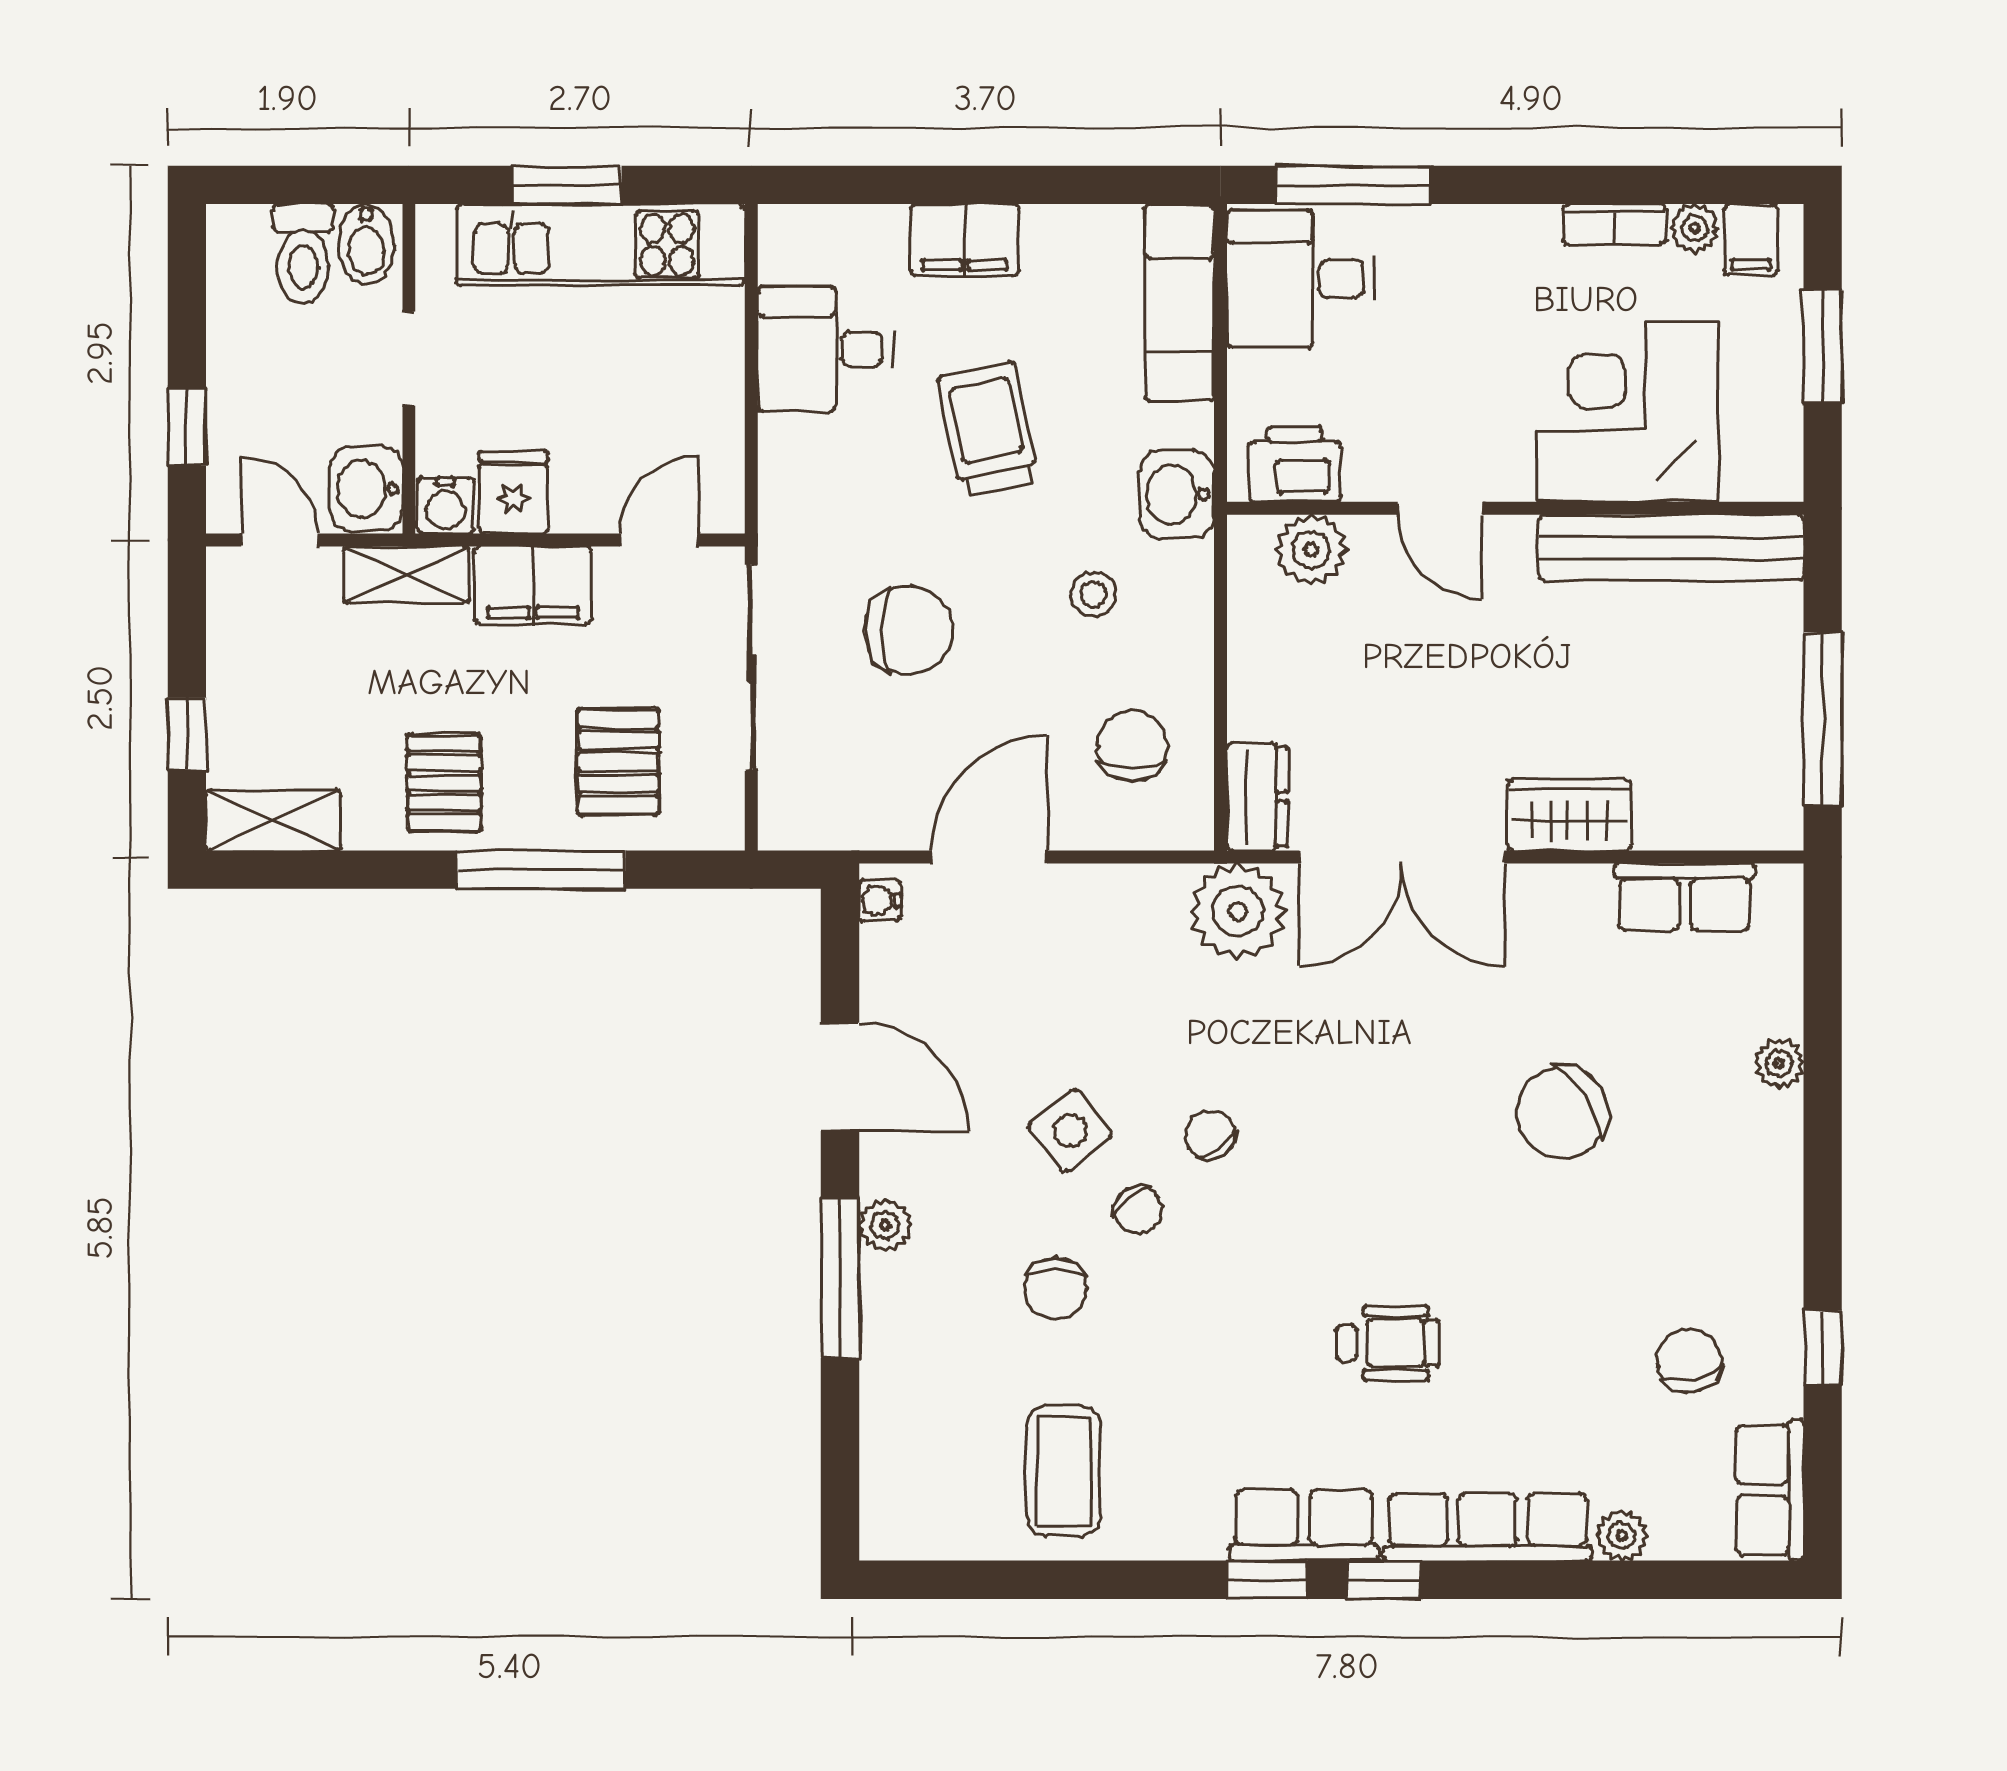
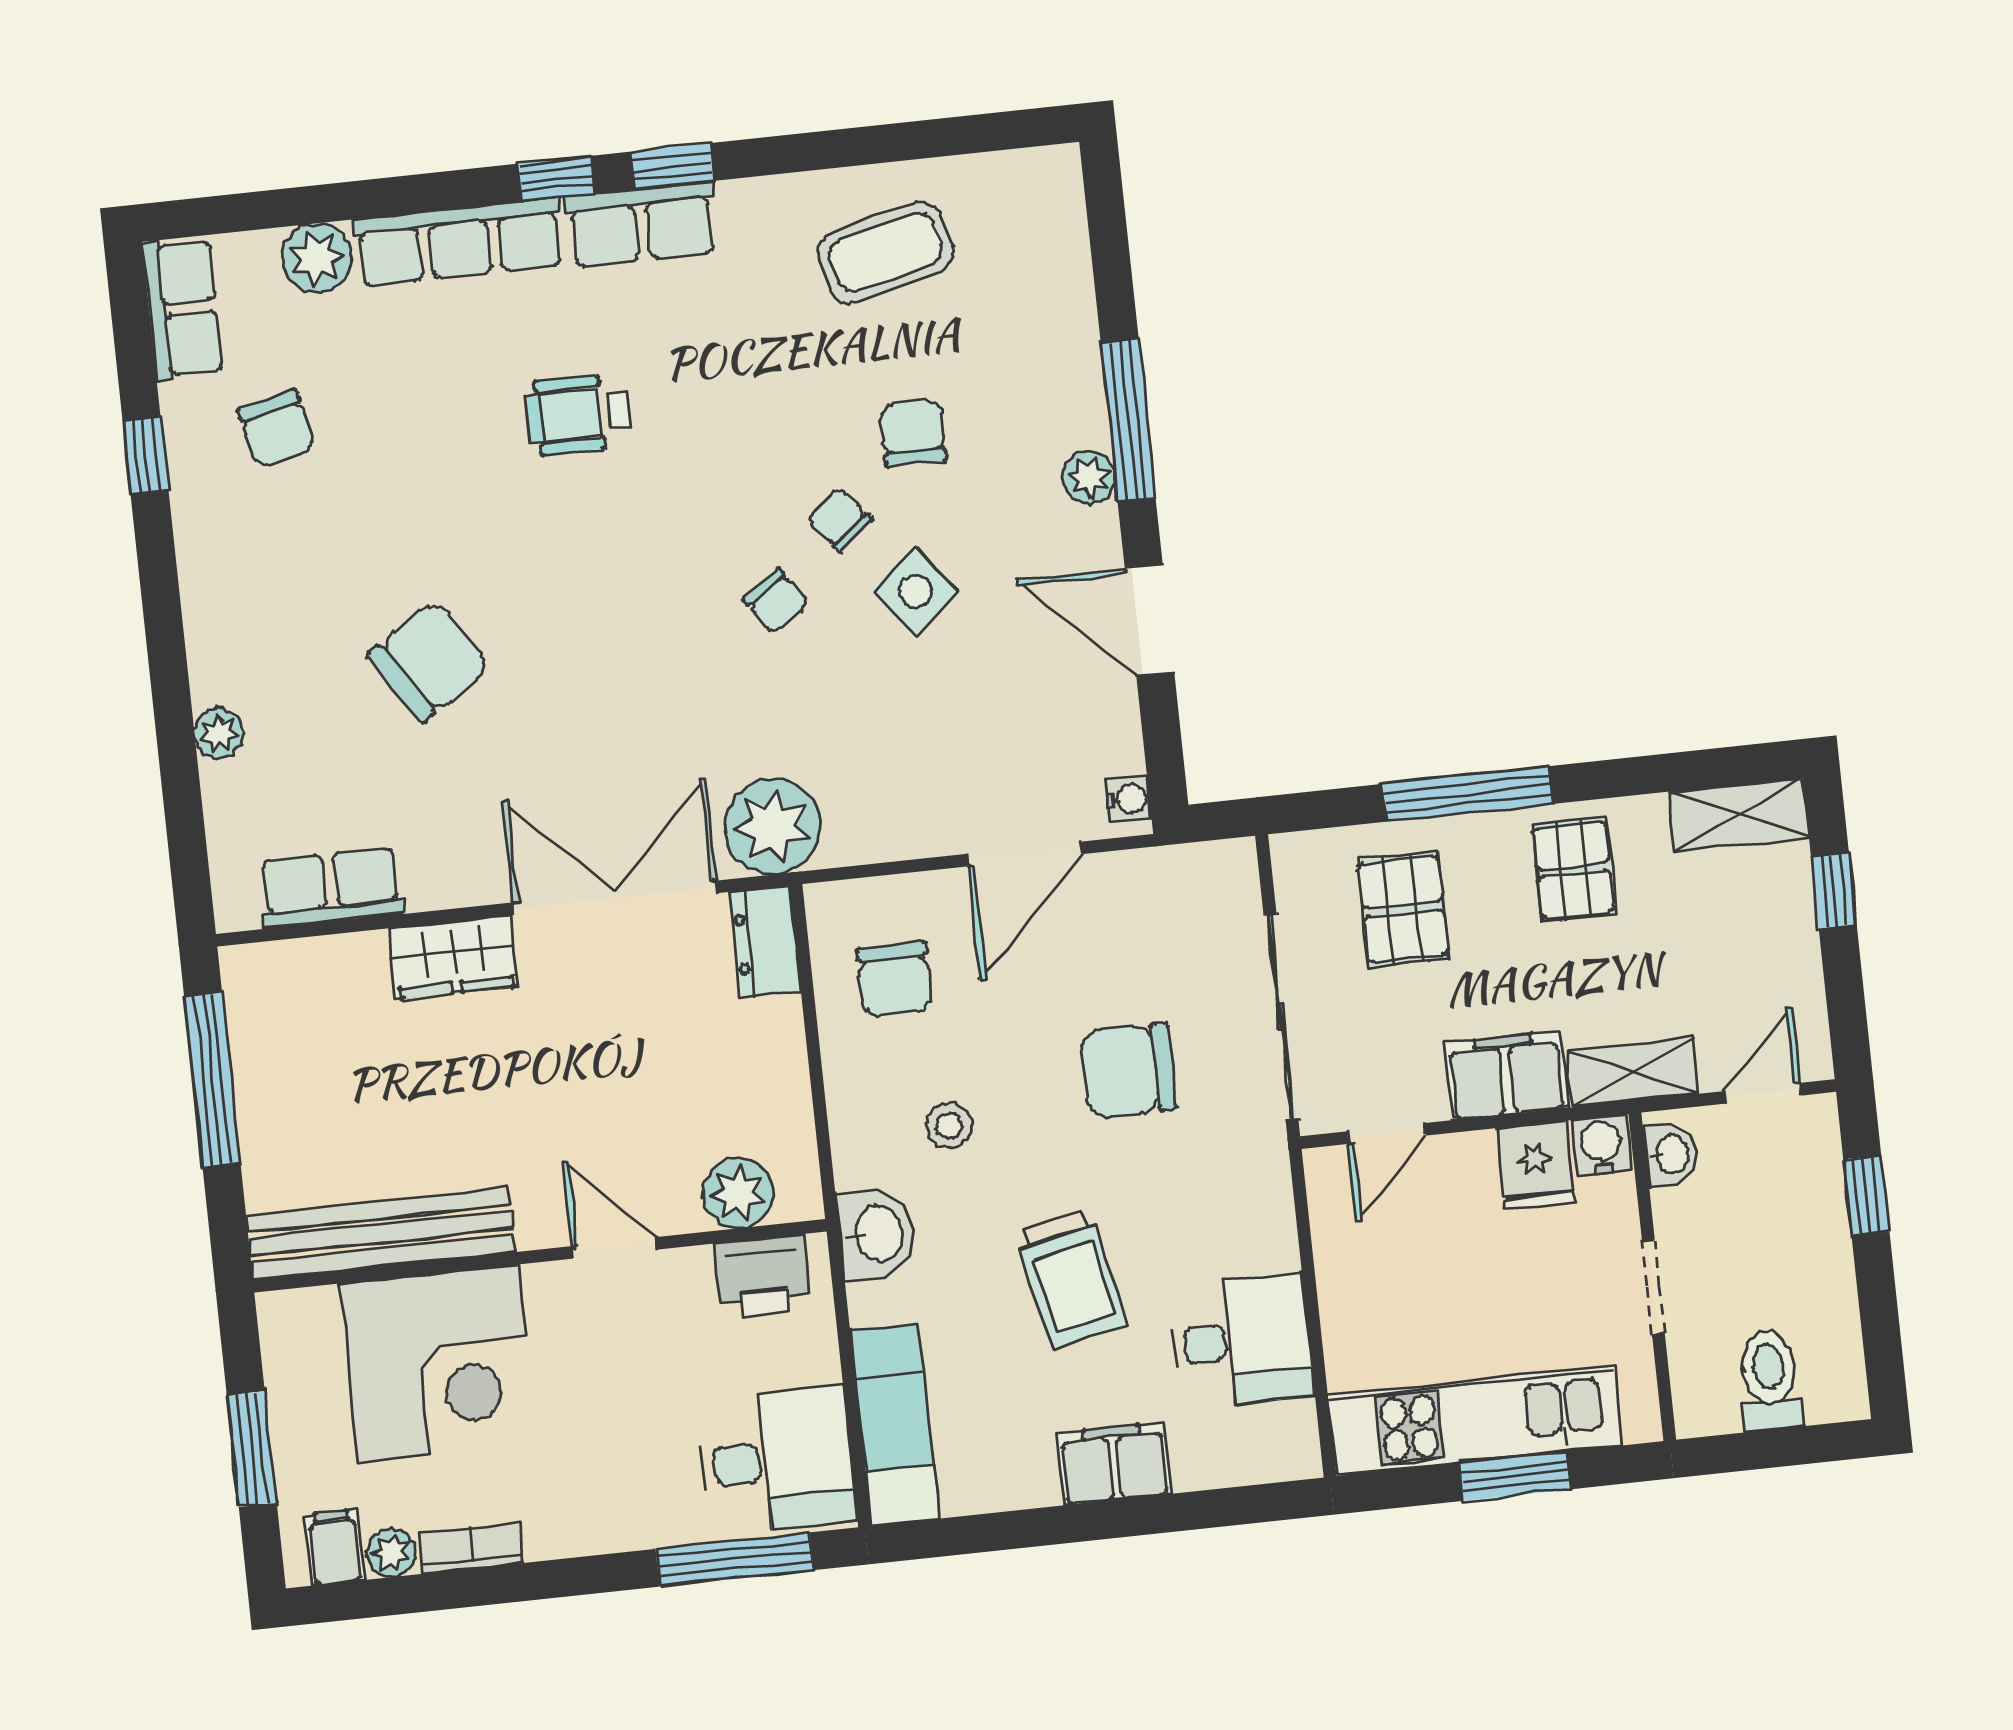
bidet: (366, 244) -> (1708, 1396), removed
washbasin: (366, 489) -> (1671, 1155), width x0.72, depth x0.69
door: (279, 540) -> (1763, 1093), swing flipped
coffee table: (1064, 1471) -> (886, 253), turned 76
plant: (1622, 1536) -> (317, 258), width x1.38, depth x1.38

